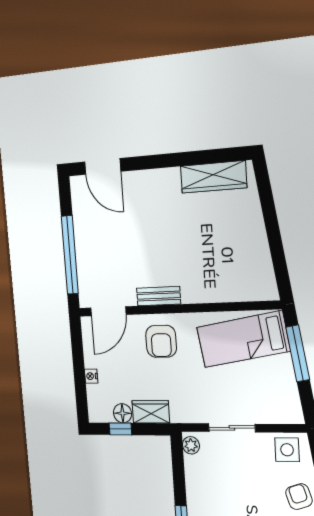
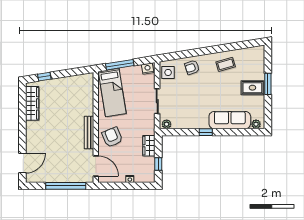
window: (266, 198) -> (44, 77), added
bench: (159, 296) -> (89, 132), width x1.36
armchair: (161, 341) -> (112, 137), turned -113
nightstand: (293, 409) -> (148, 69), added
floor lamp: (123, 413) -> (150, 162), removed

